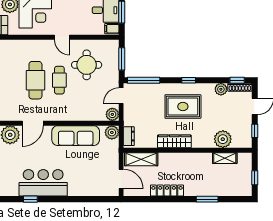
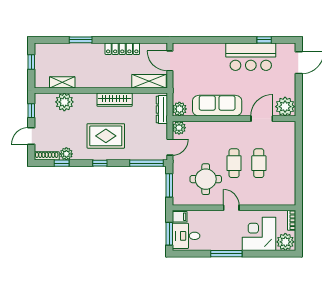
cafe table: (35, 80) -> (259, 163), width x0.73, depth x0.74
window: (237, 80) -> (62, 163), moved
dresser: (129, 136) -> (162, 110), width x1.44

